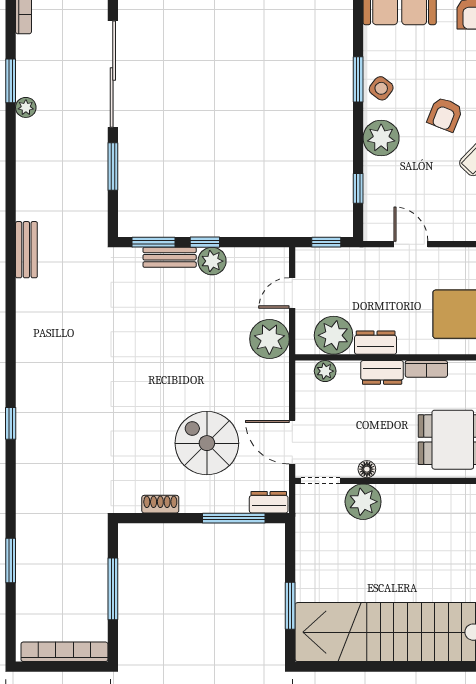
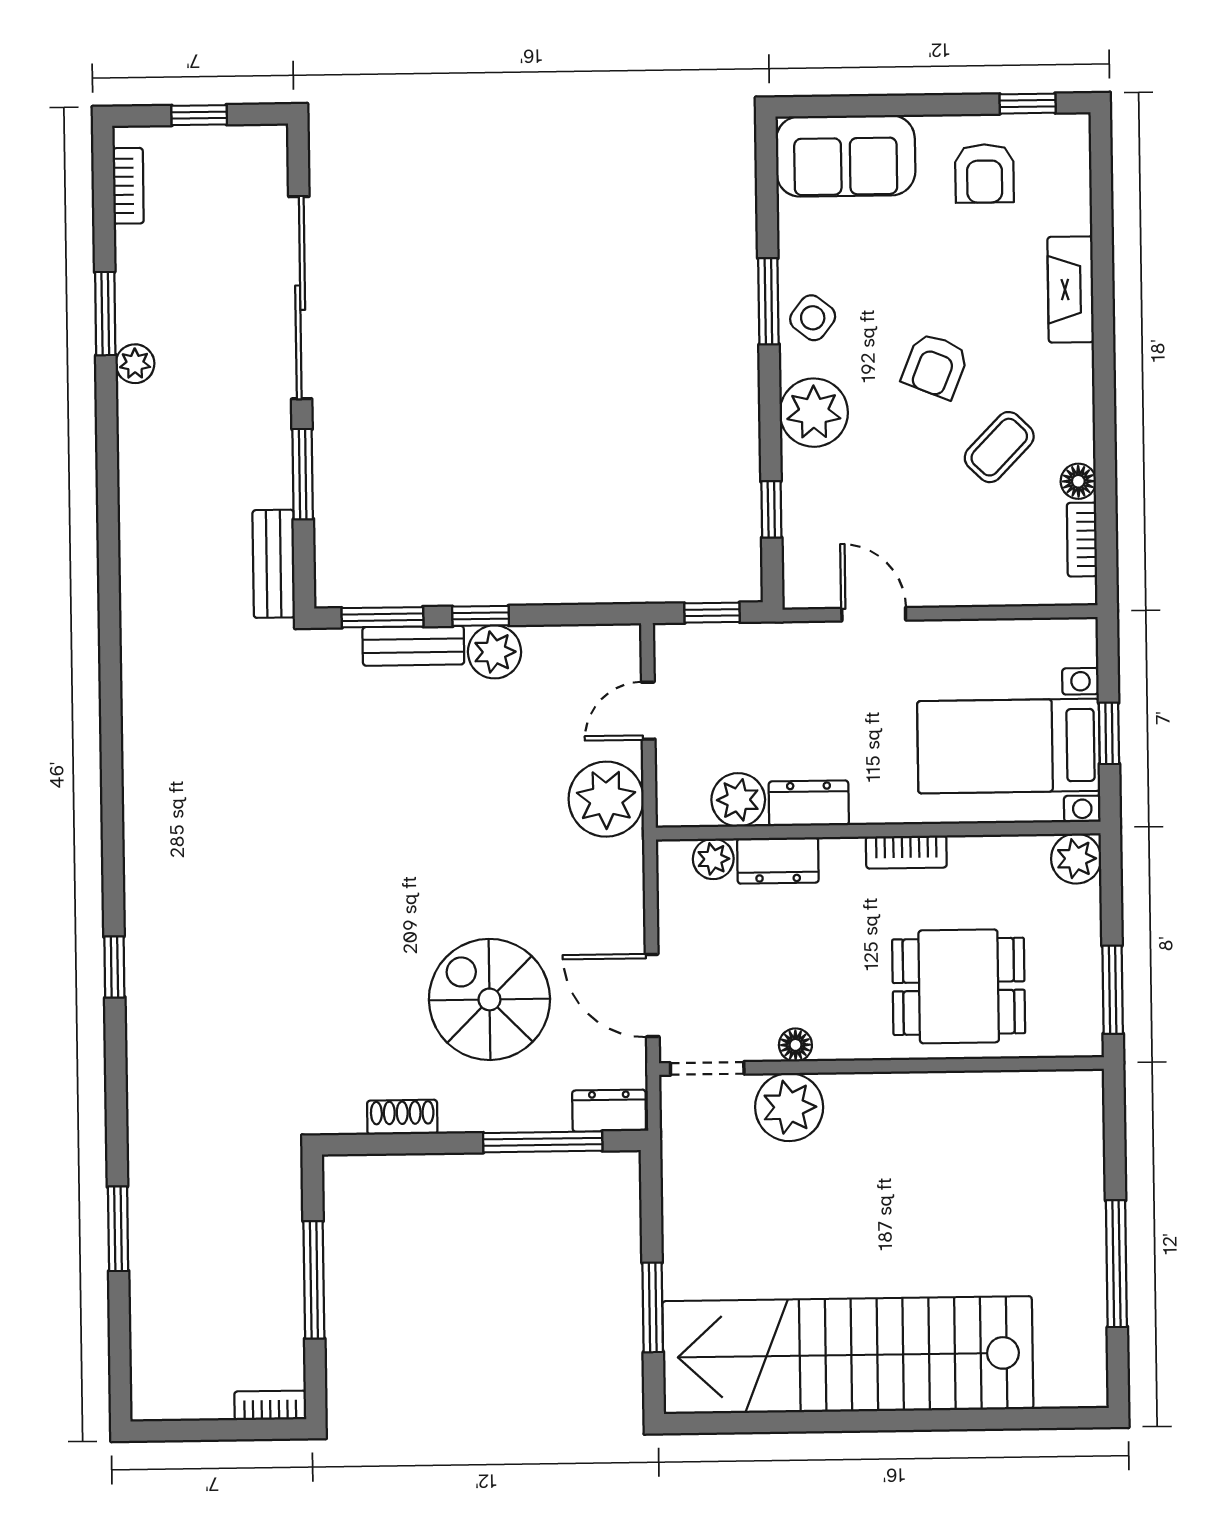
bench: (26, 250) -> (274, 564), moved
plant: (334, 335) -> (738, 800), width x0.73, depth x0.73
dresser: (382, 372) -> (778, 860), moved
bookcase: (64, 652) -> (270, 1405), width x0.43, depth x0.76

